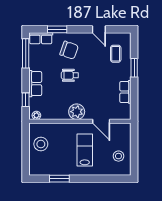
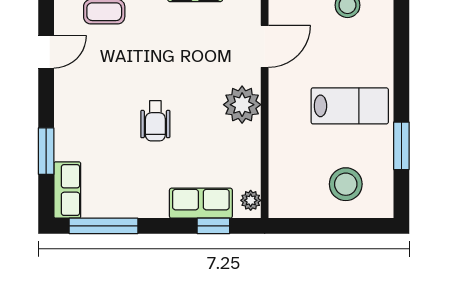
chair: (69, 50) -> (96, 122), removed
row of seats: (35, 84) -> (201, 203), moved
stool: (41, 144) -> (346, 184), moved
lab bench: (85, 150) -> (350, 106), moved, turned 180

